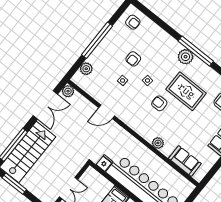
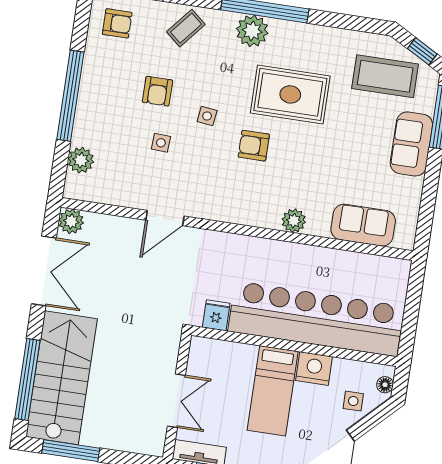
coffee table: (159, 40) -> (186, 28), added

